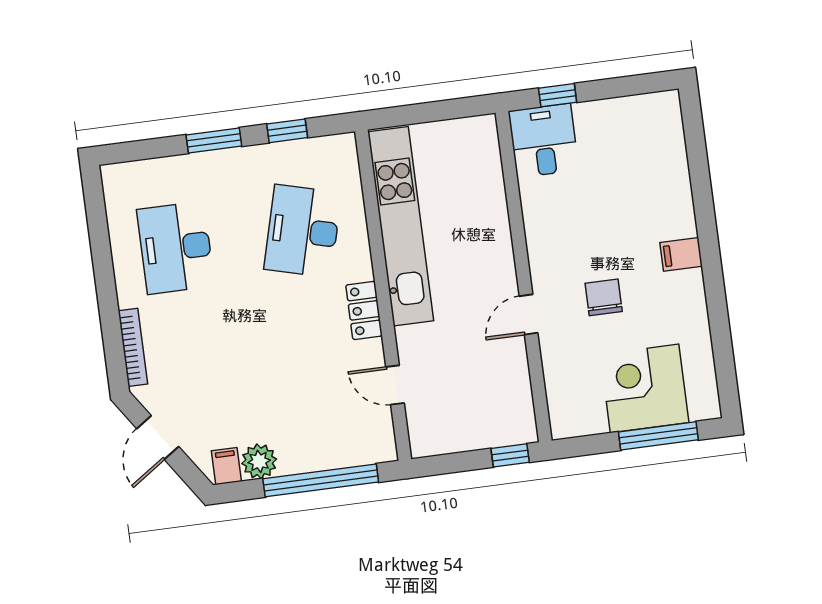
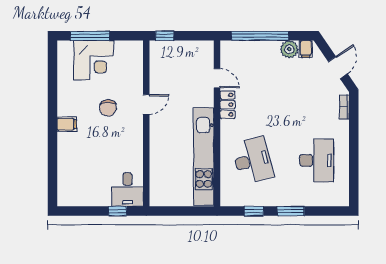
desk: (303, 231) -> (253, 160), turned -30
locker: (364, 310) -> (227, 105), moved
bookcase: (133, 347) -> (344, 107), width x0.64

